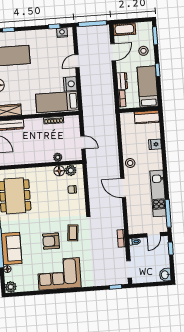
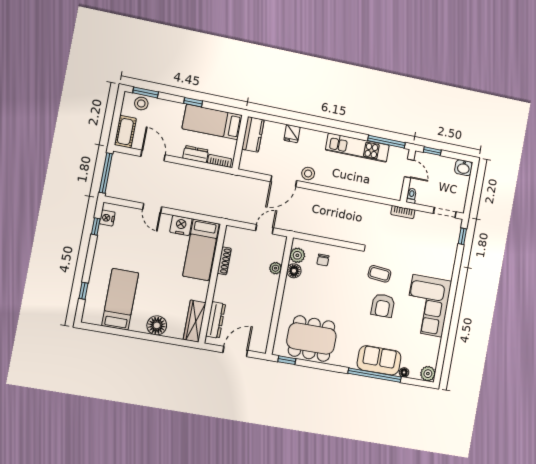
stool: (143, 51) -> (141, 103), moved
door: (123, 188) -> (284, 181), moved

